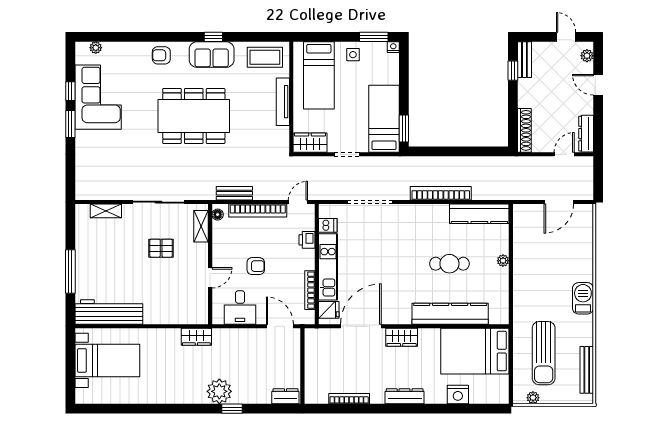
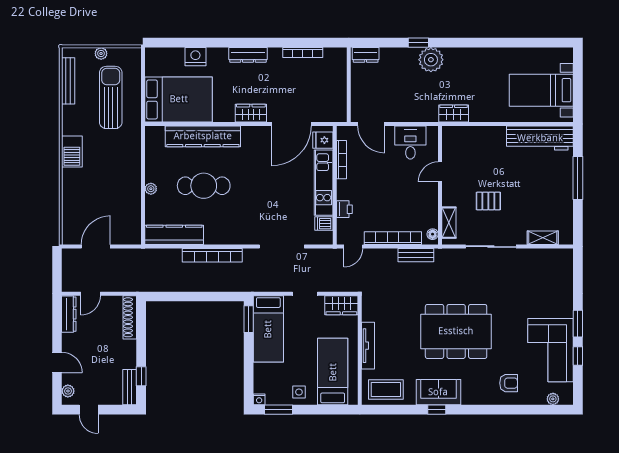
armchair: (161, 55) -> (509, 383), moved
cafe table: (449, 264) -> (204, 186), width x1.37, depth x1.35
armchair: (256, 266) -> (395, 183), removed
plant: (533, 398) -> (101, 53), moved

